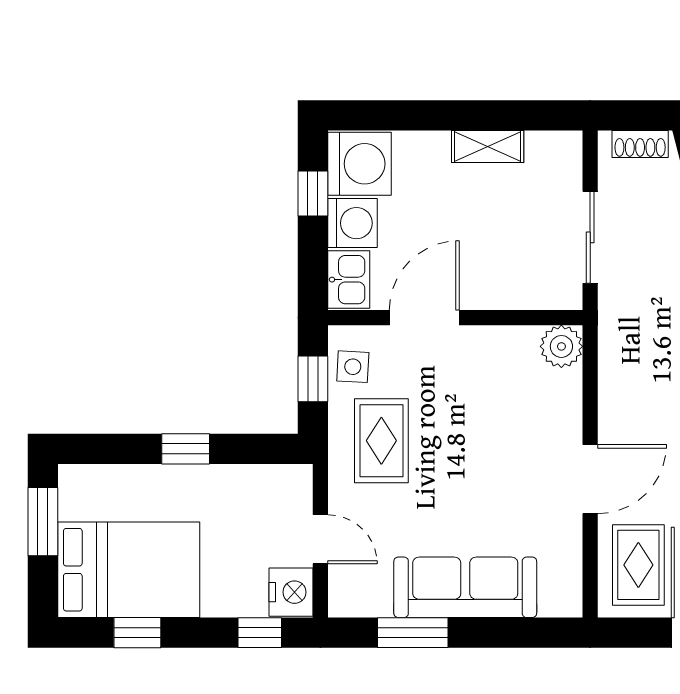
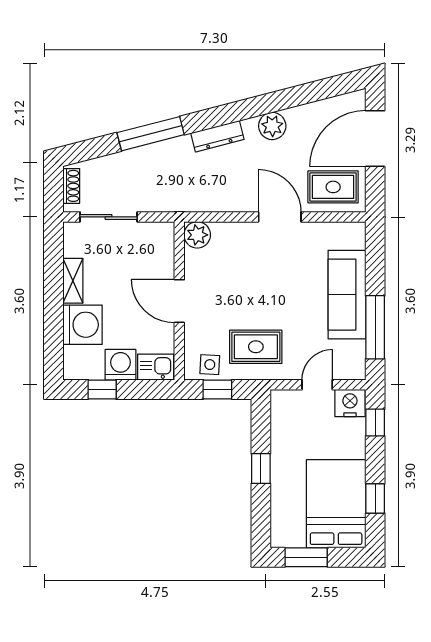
washing machine: (359, 164) -> (82, 325), moved, turned 90
sliding door: (590, 237) -> (109, 217), moved
door: (424, 318) -> (179, 301), moved
window: (413, 633) -> (375, 327), width x1.44

